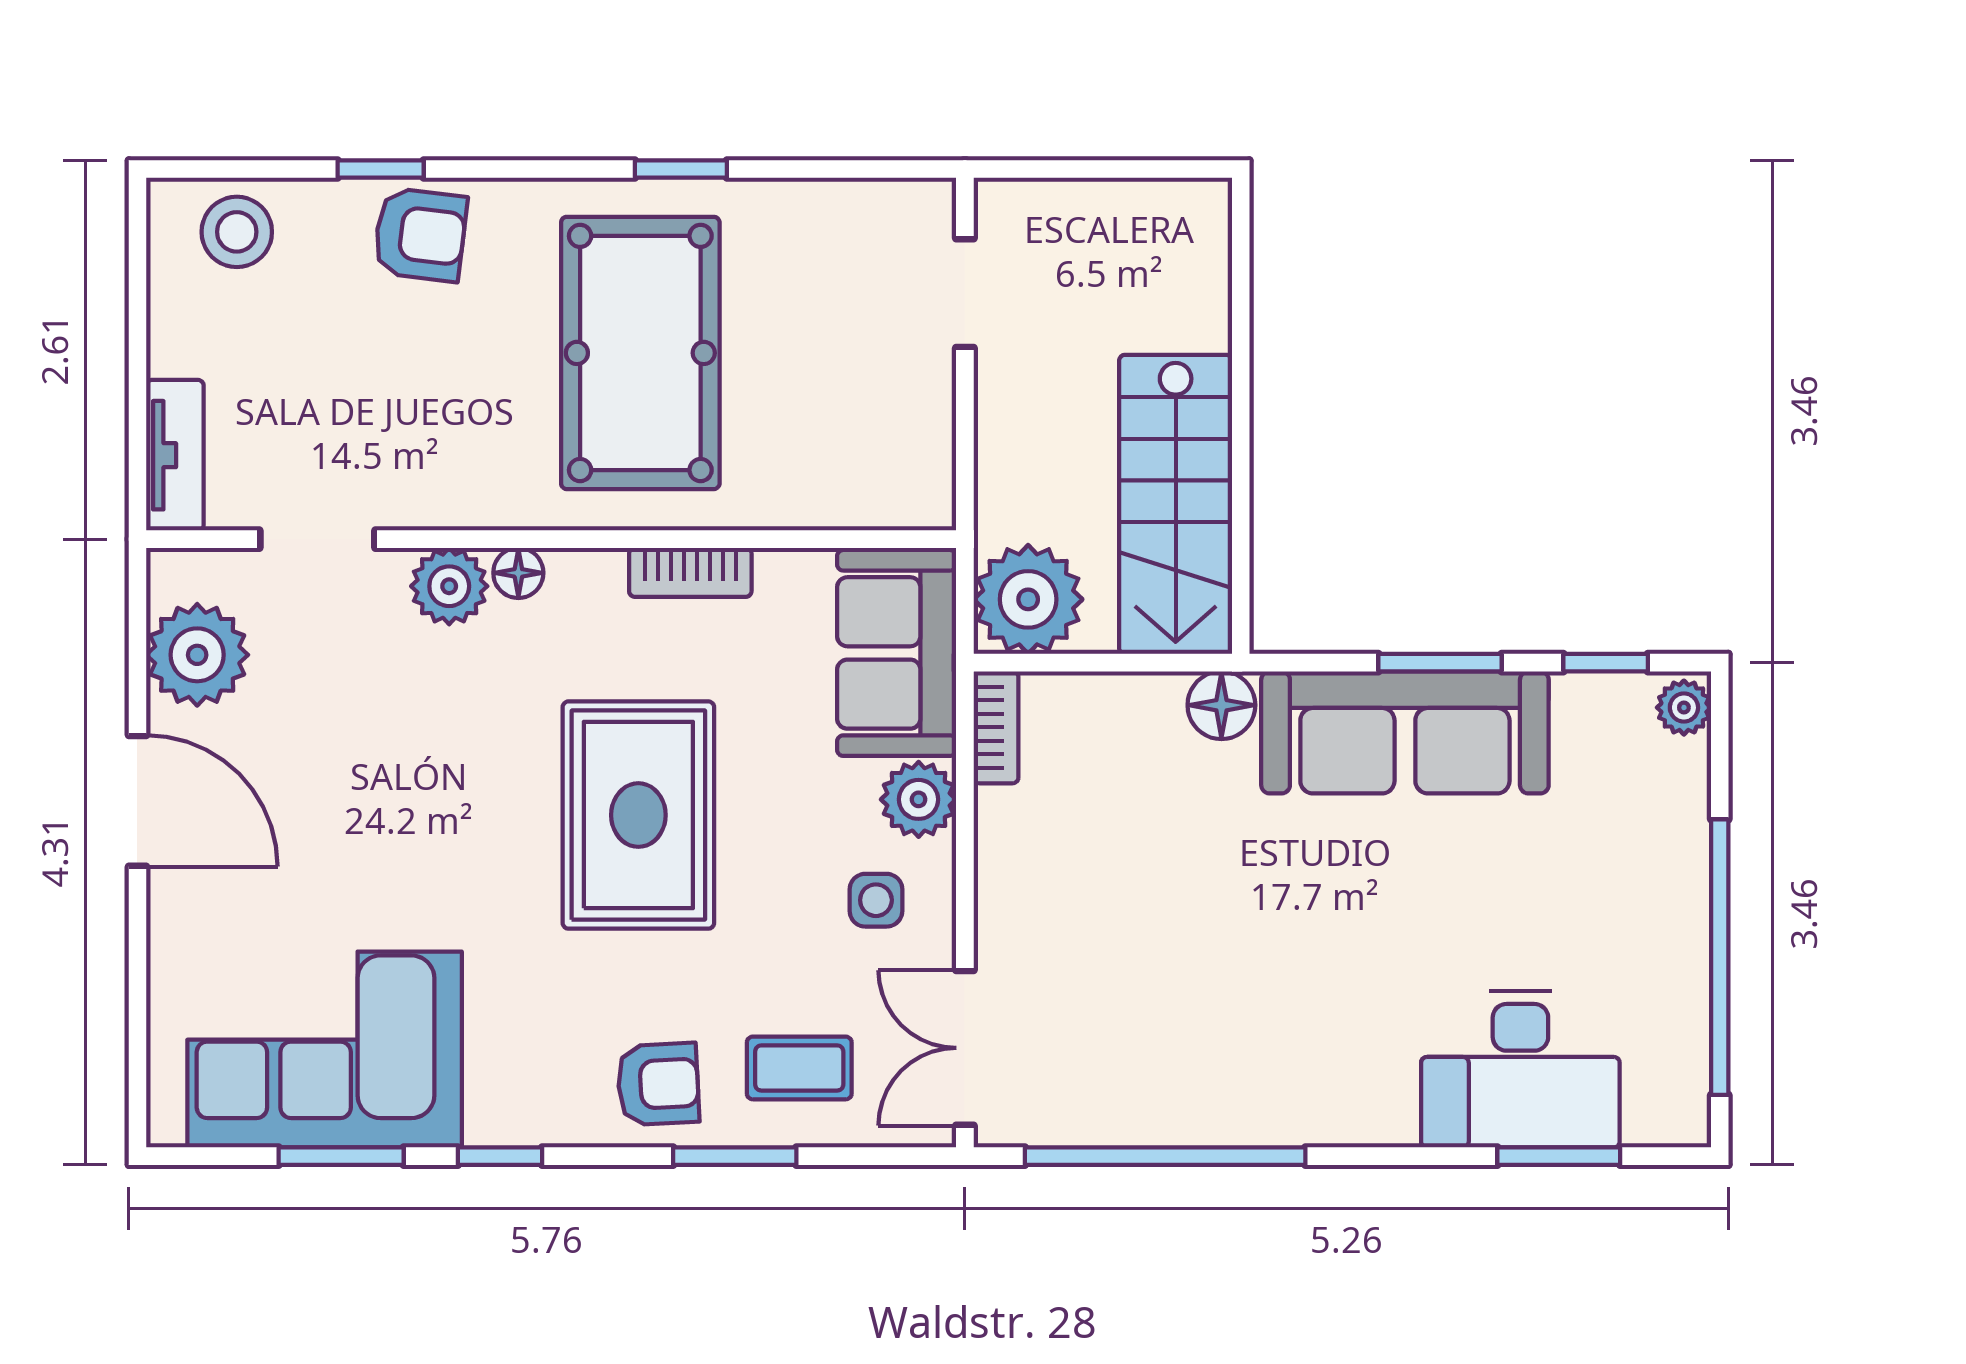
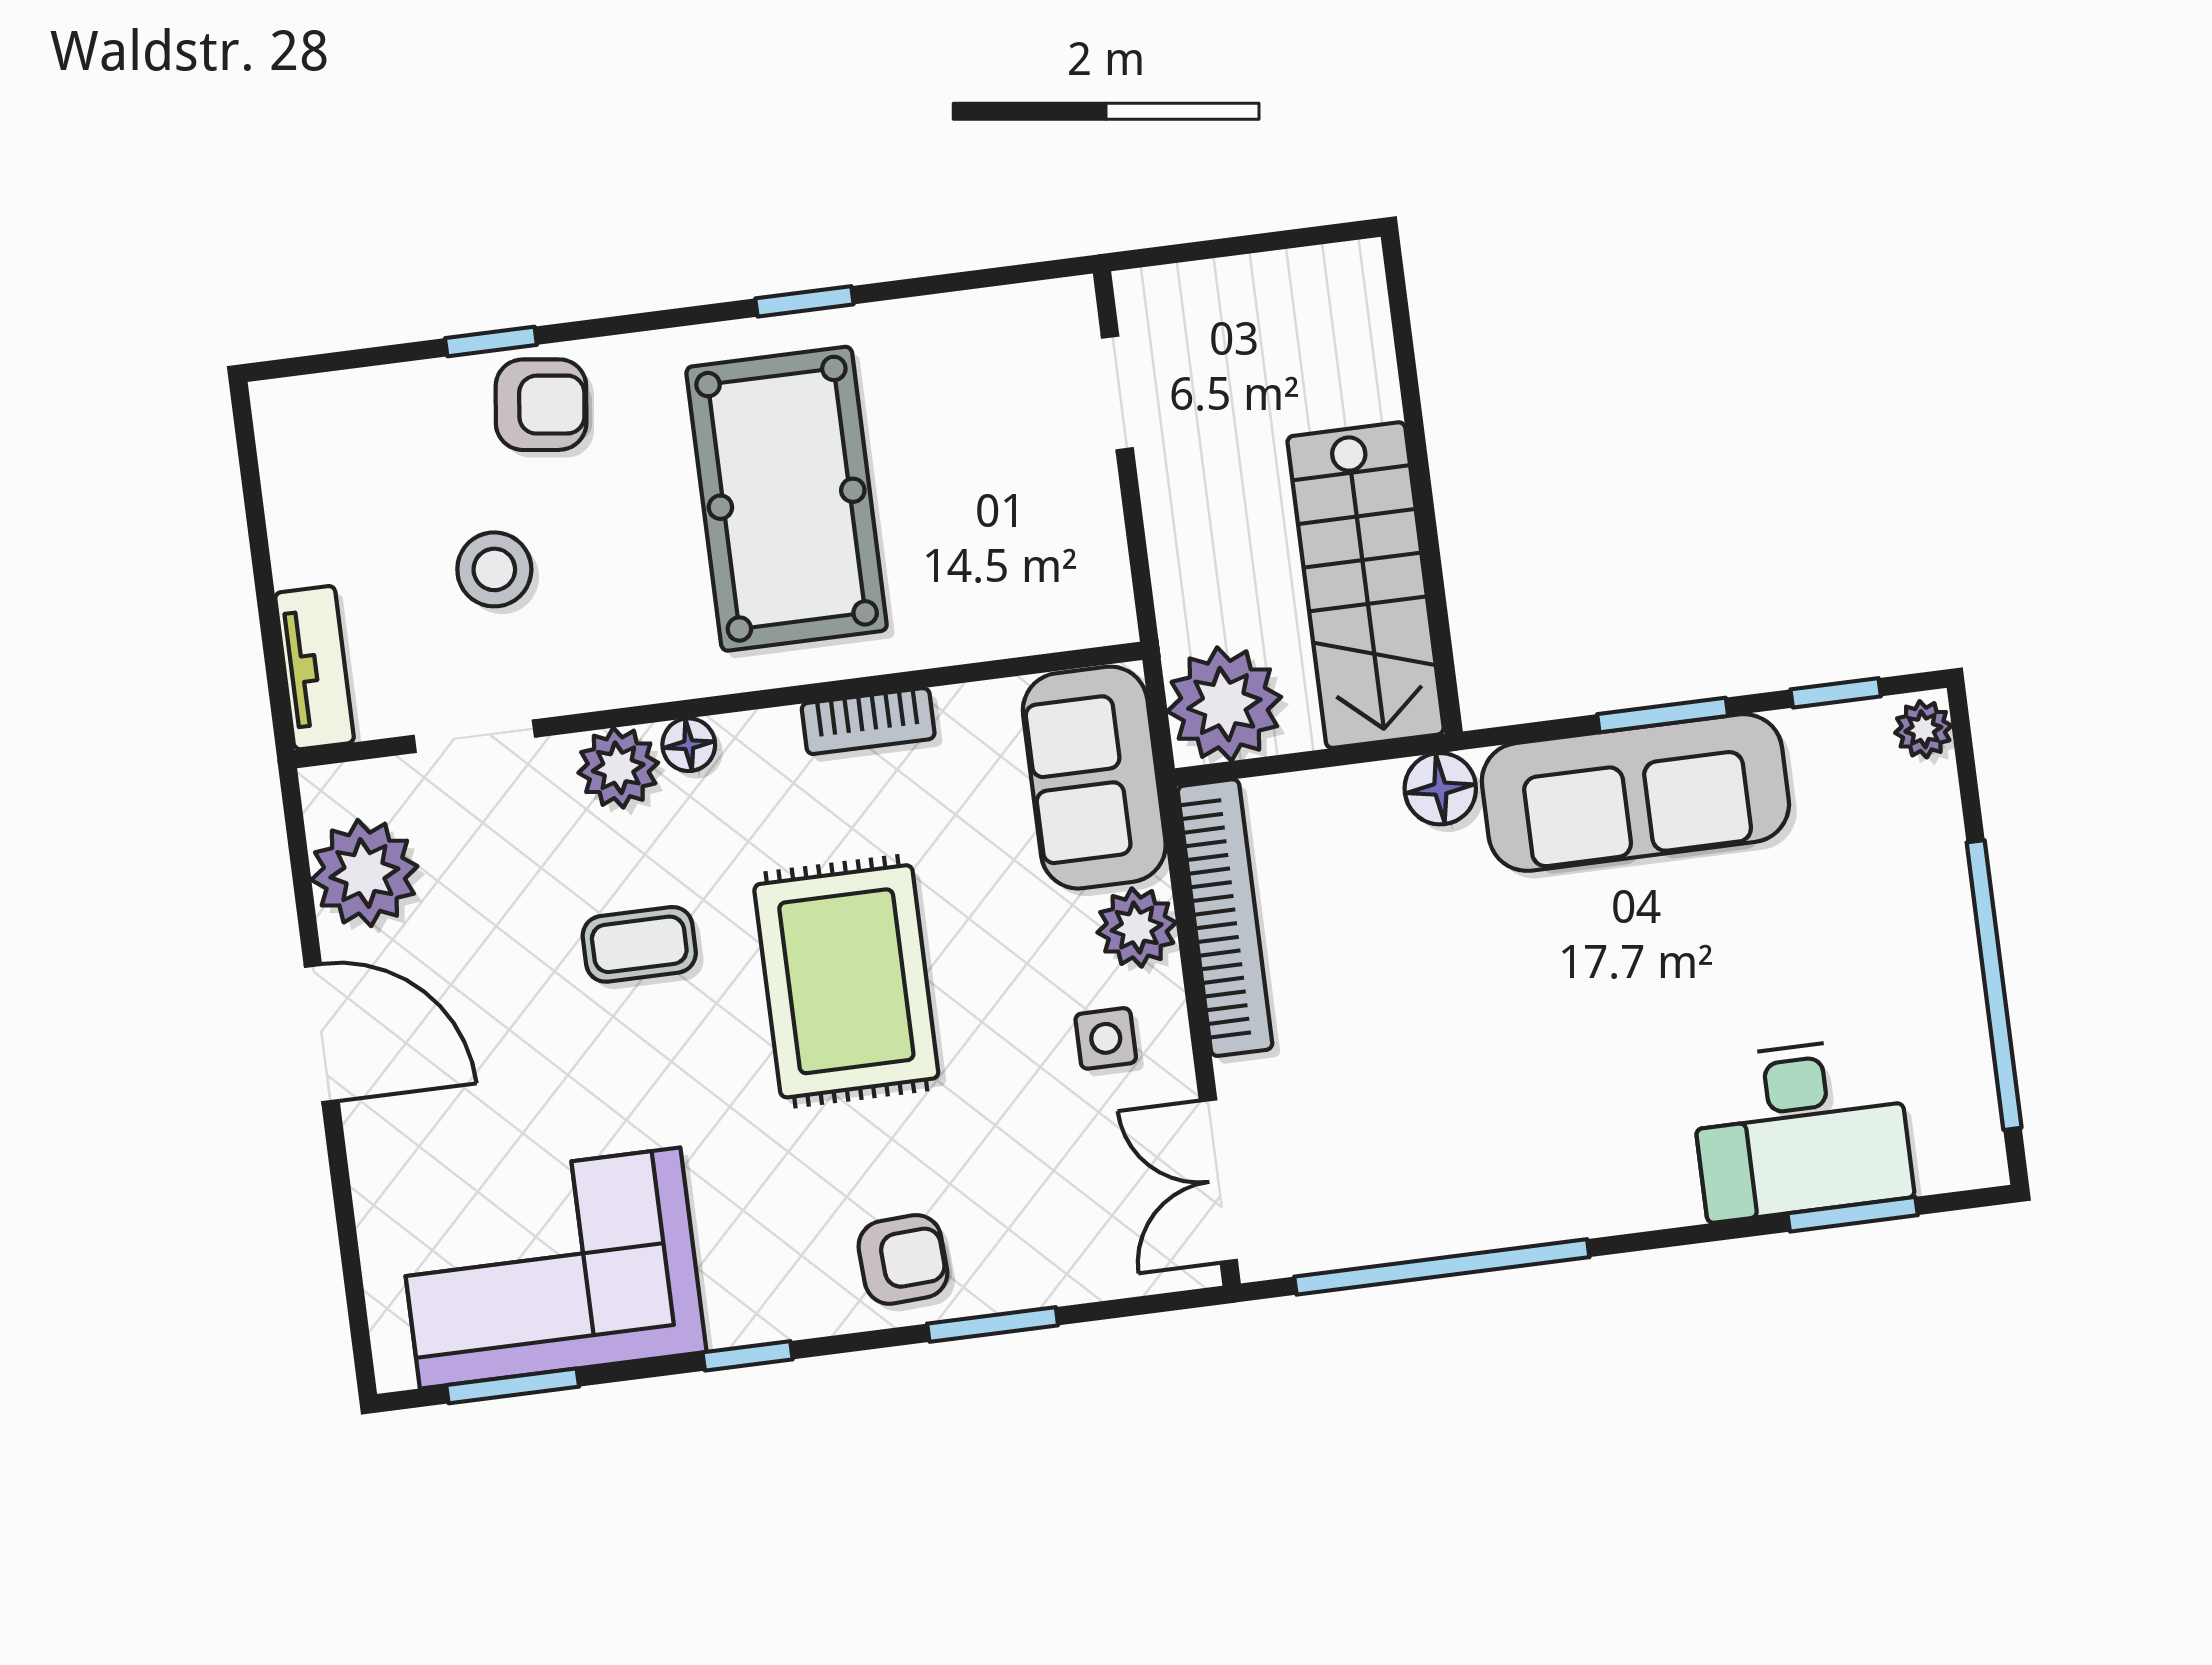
stool: (237, 232) -> (494, 569), moved
bookcase: (996, 727) -> (1225, 918), width x2.31, depth x1.31
coffee table: (799, 1068) -> (639, 944), moved
window: (341, 1156) -> (513, 1386), moved

